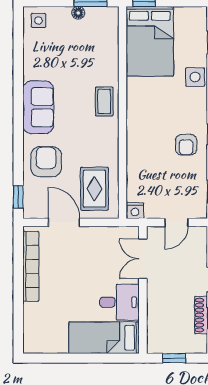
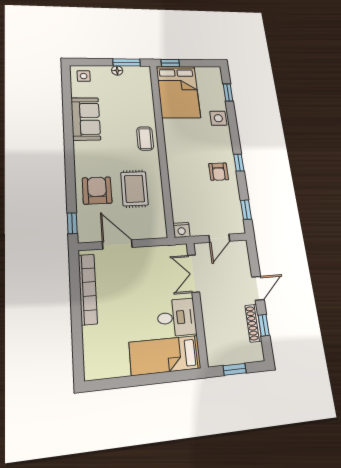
sofa: (38, 107) -> (86, 119), moved
rug: (94, 189) -> (134, 189), moved

